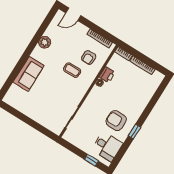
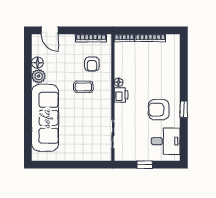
door: (73, 14) -> (50, 30), hinge flipped
floor lamp: (50, 32) -> (37, 63), added
sofa: (29, 74) -> (45, 118), width x1.85, depth x1.27
printer: (107, 75) -> (121, 95), moved
window: (92, 160) -> (145, 165), moved

